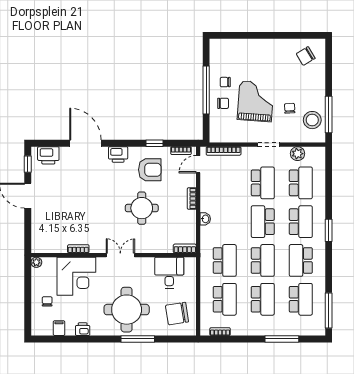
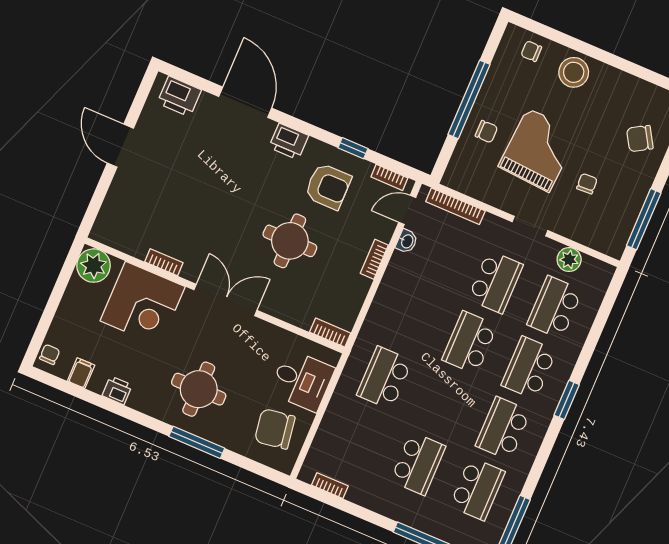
chair: (306, 56) -> (640, 139), moved
chair: (225, 82) -> (531, 51), moved
stool: (312, 120) -> (574, 72), moved
window: (28, 164) -> (141, 96), removed
school desk: (301, 183) -> (555, 307), turned 180
washbasin: (205, 219) -> (407, 241), moved
school desk: (301, 222) -> (529, 368), turned 180
double door: (120, 255) -> (225, 300), width x1.37
school desk: (225, 260) -> (384, 378), turned 180
school desk: (263, 260) -> (444, 403), removed
plant: (36, 262) -> (94, 266), width x1.88, depth x1.88
desk: (169, 273) -> (302, 380), moved, turned 90
school desk: (225, 299) -> (359, 438), removed
chair: (47, 301) -> (50, 354), moved
round table: (127, 310) -> (199, 389), width x0.73, depth x0.73

